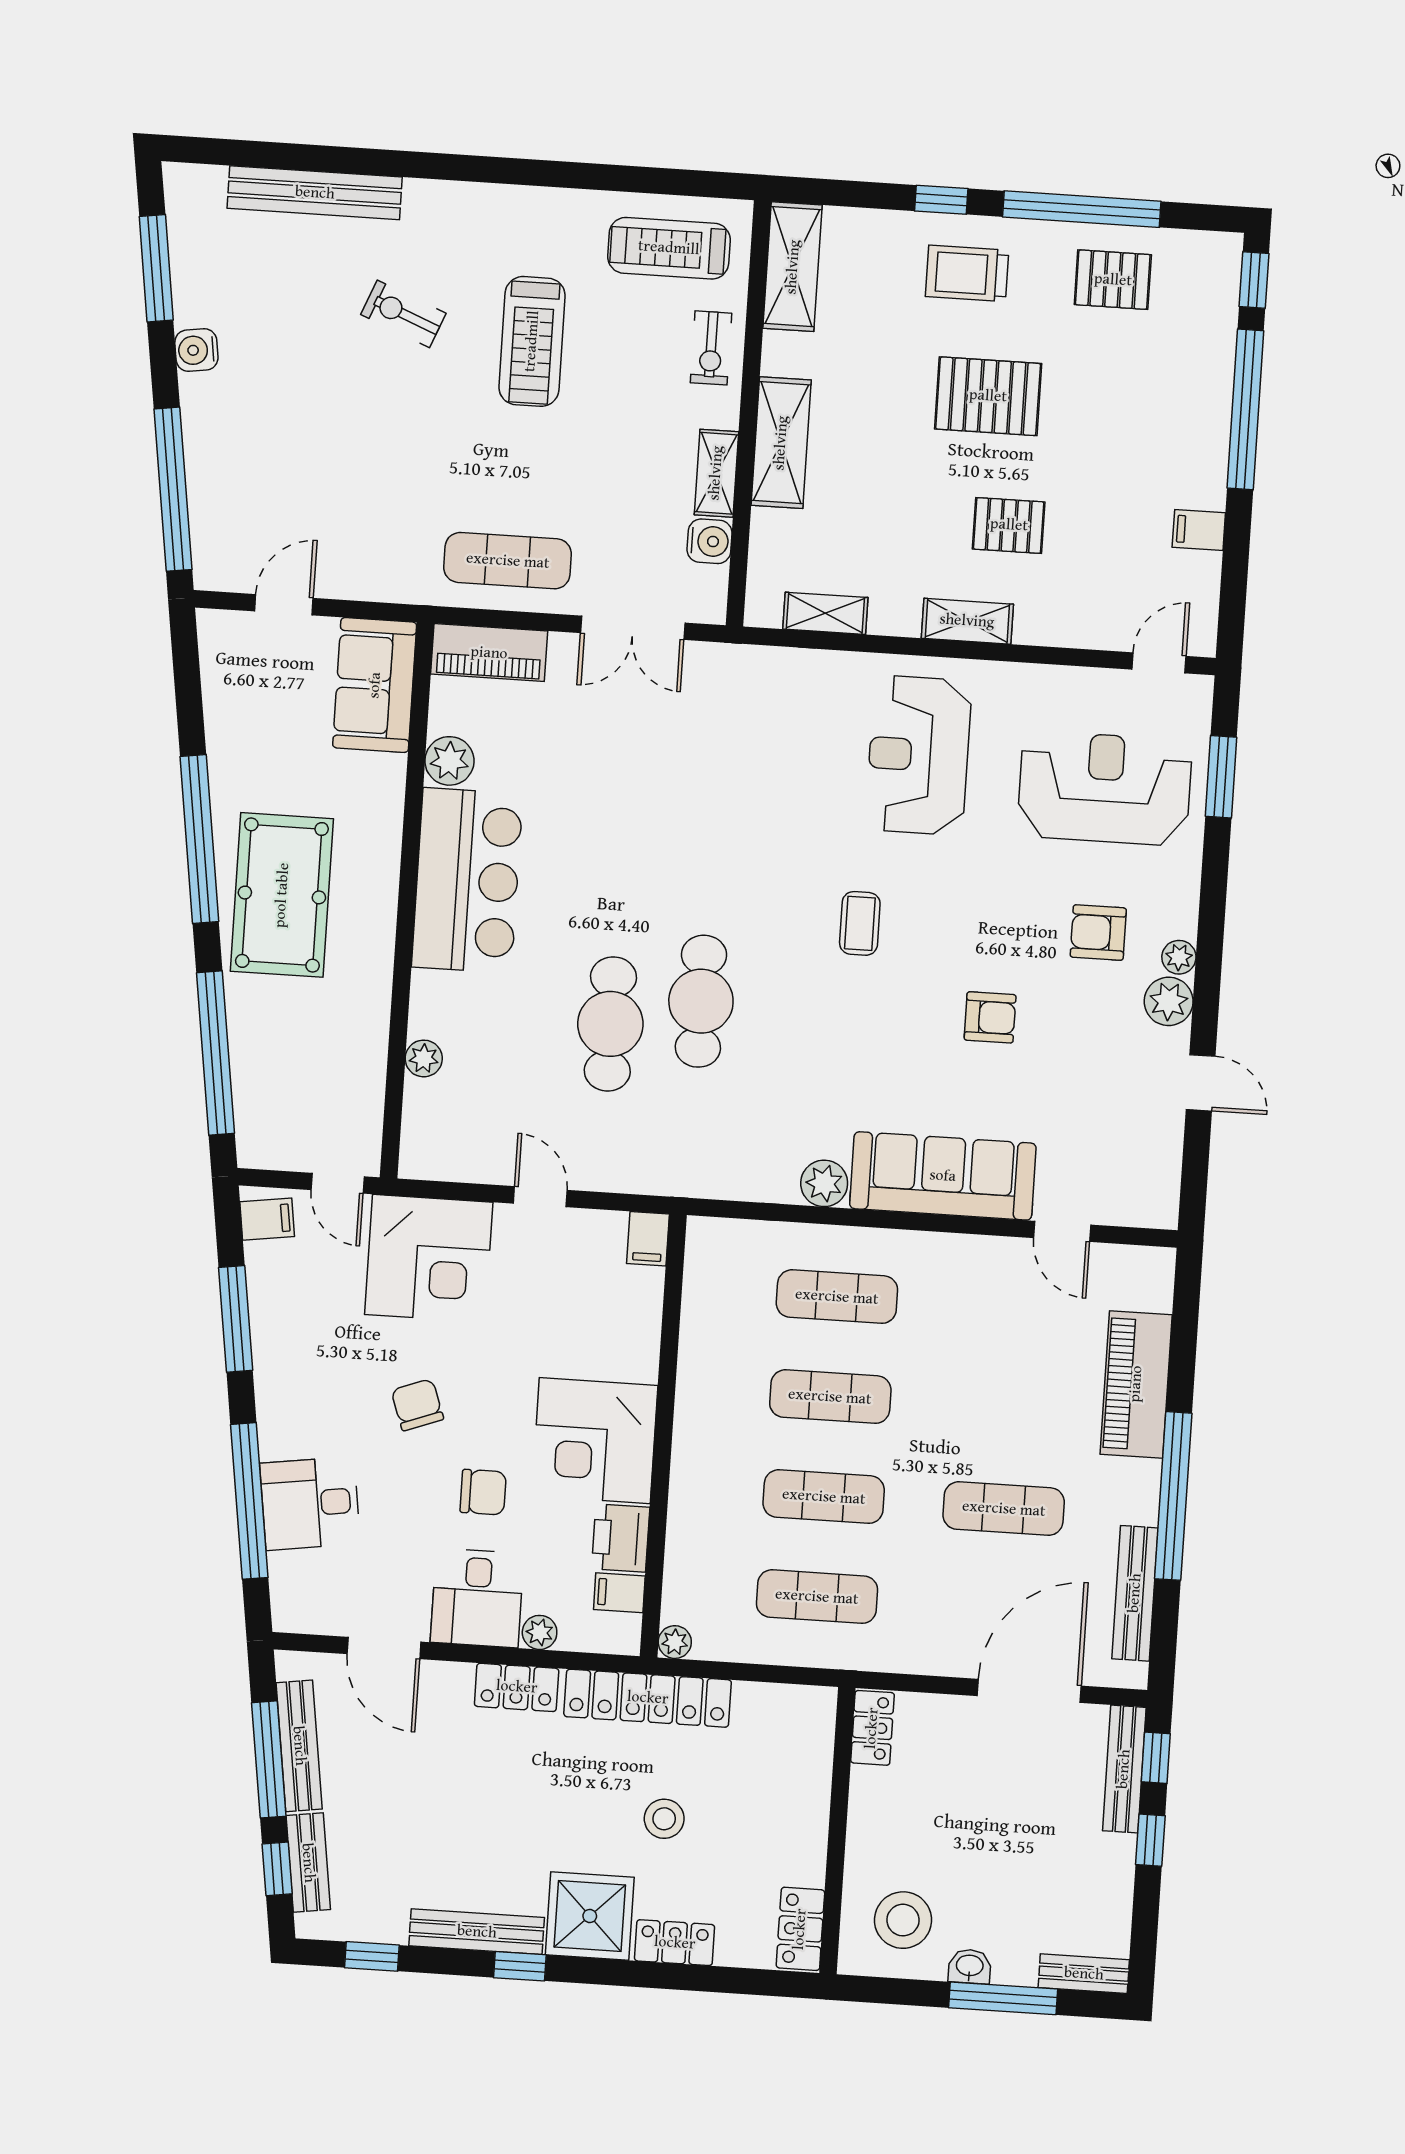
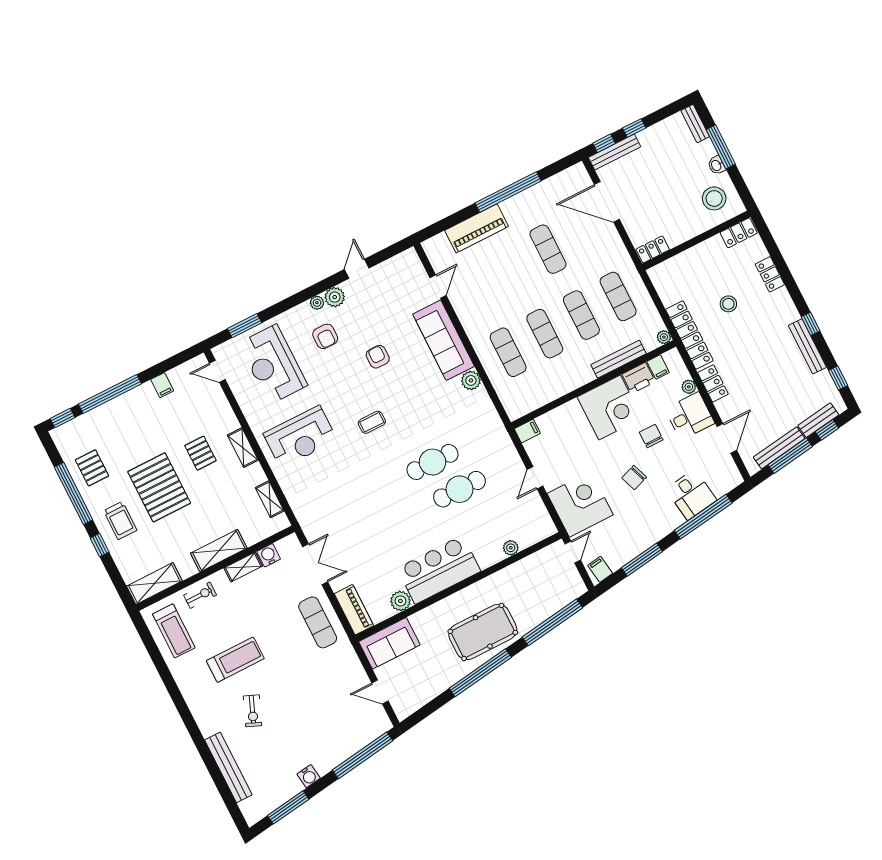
pallet: (988, 396) -> (159, 487), width x1.37, depth x1.41
bench: (1135, 1593) -> (619, 359), moved
shower: (590, 1916) -> (778, 310), removed

